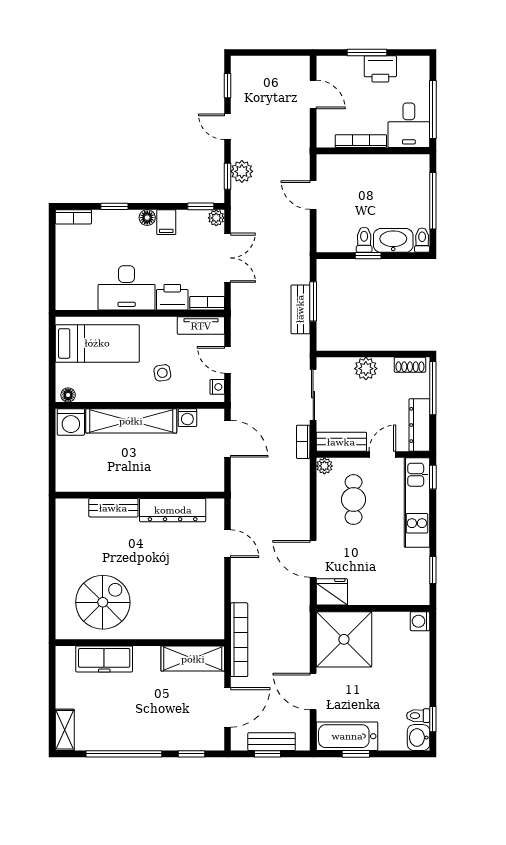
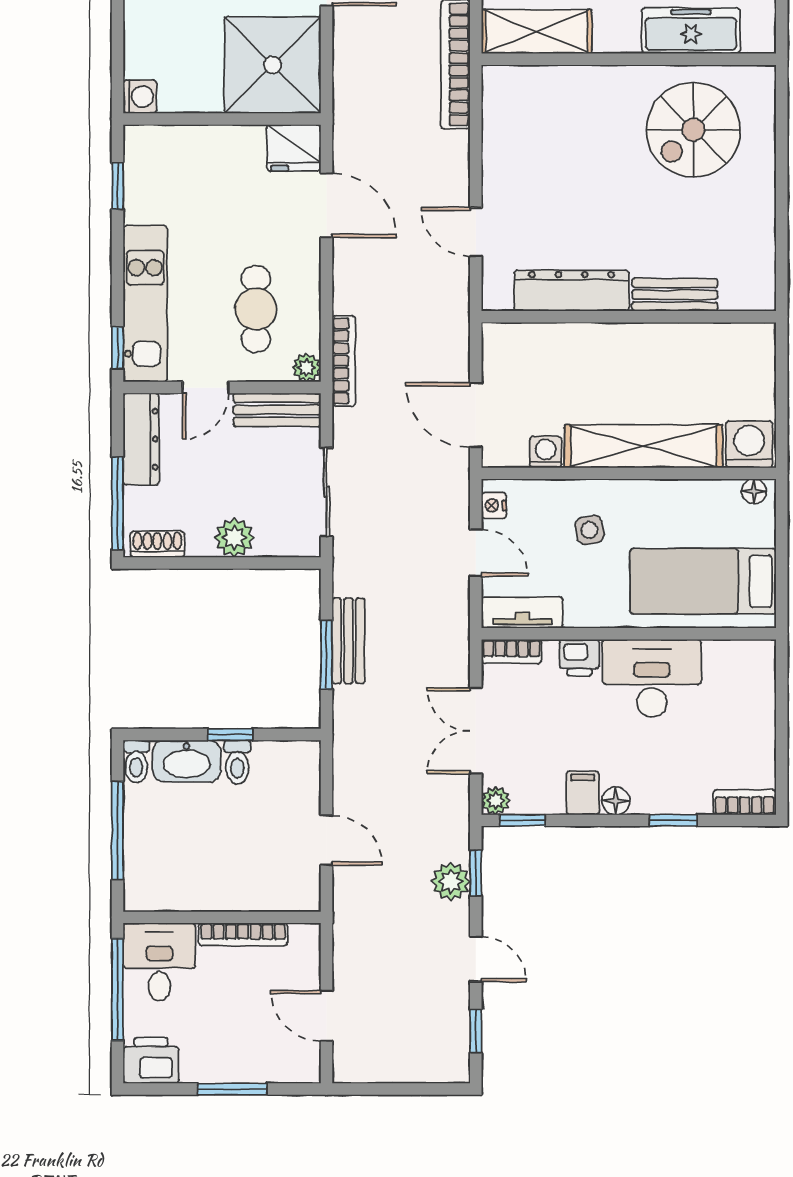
printer: (380, 69) -> (151, 1060), moved
printer: (172, 297) -> (579, 658), width x0.73, depth x0.81
bookcase: (303, 442) -> (344, 361), moved, width x1.56

